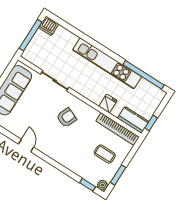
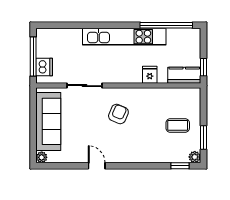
dishwasher: (49, 26) -> (44, 67), moved, turned -90
bookcase: (118, 129) -> (175, 94), removed

